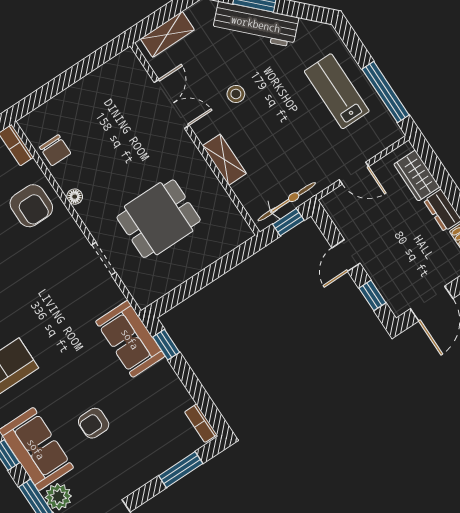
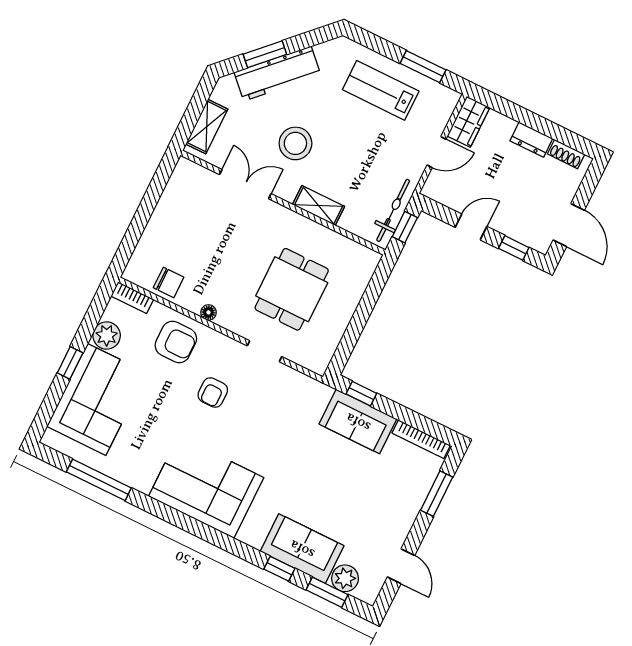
window: (386, 92) -> (423, 67), width x0.69
stool: (236, 94) -> (295, 143), width x1.89, depth x1.89
wardrobe: (417, 176) -> (468, 122), moved, turned -90
door: (346, 256) -> (471, 227), swing flipped
sofa: (130, 339) -> (358, 422), moved
armchair: (94, 423) -> (213, 392), moved
bookcase: (201, 423) -> (421, 439), width x1.56

